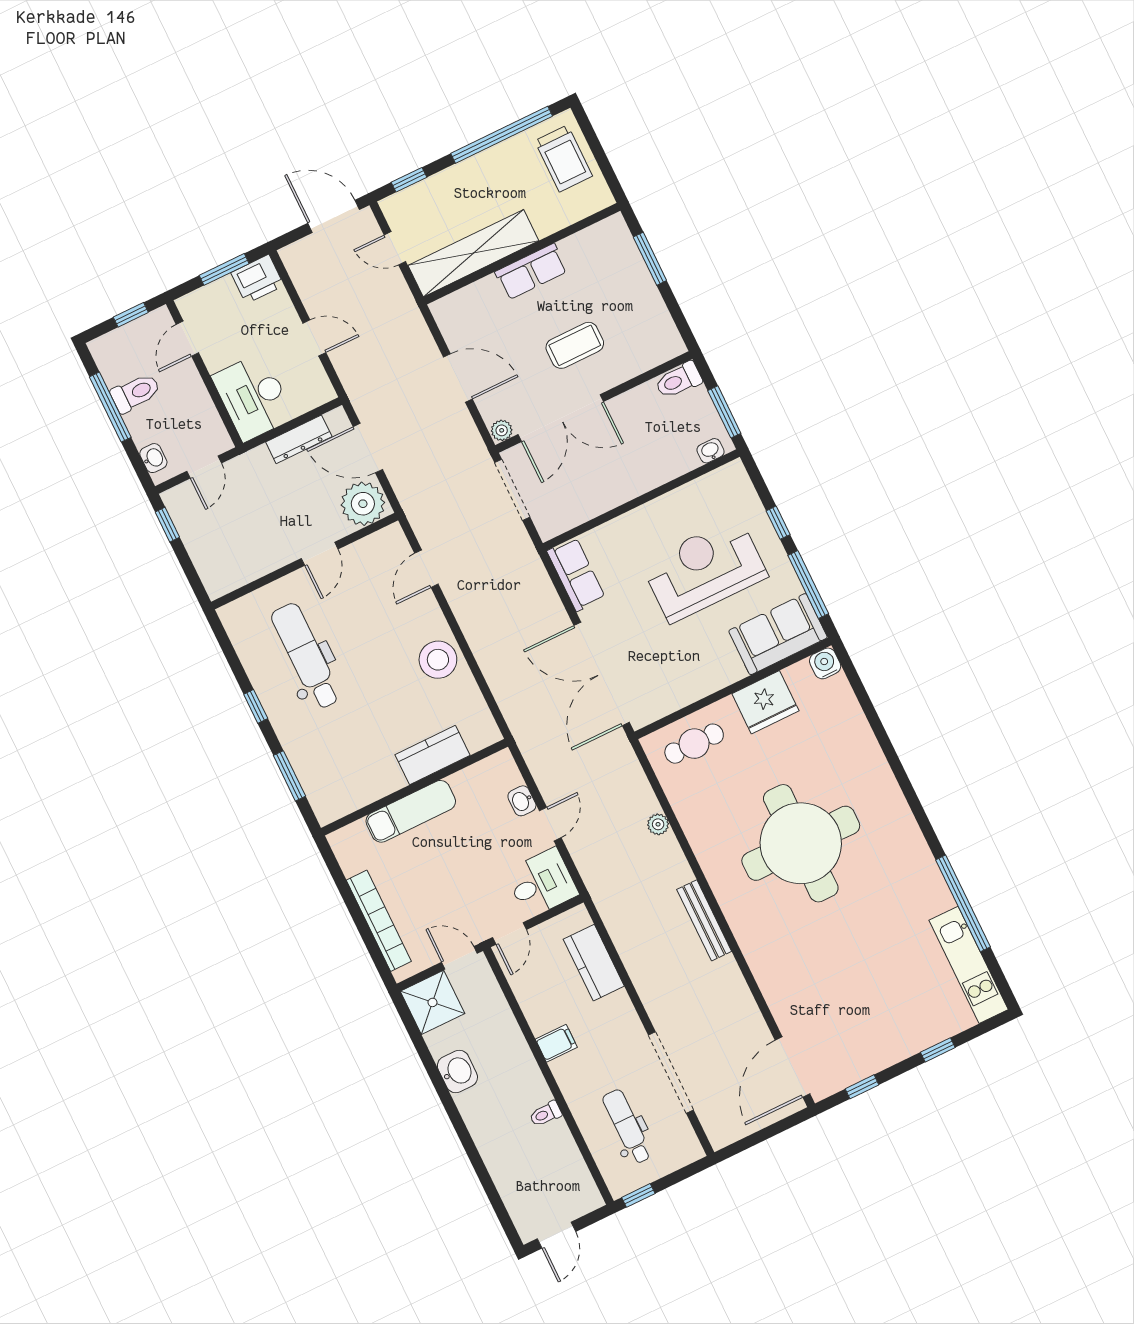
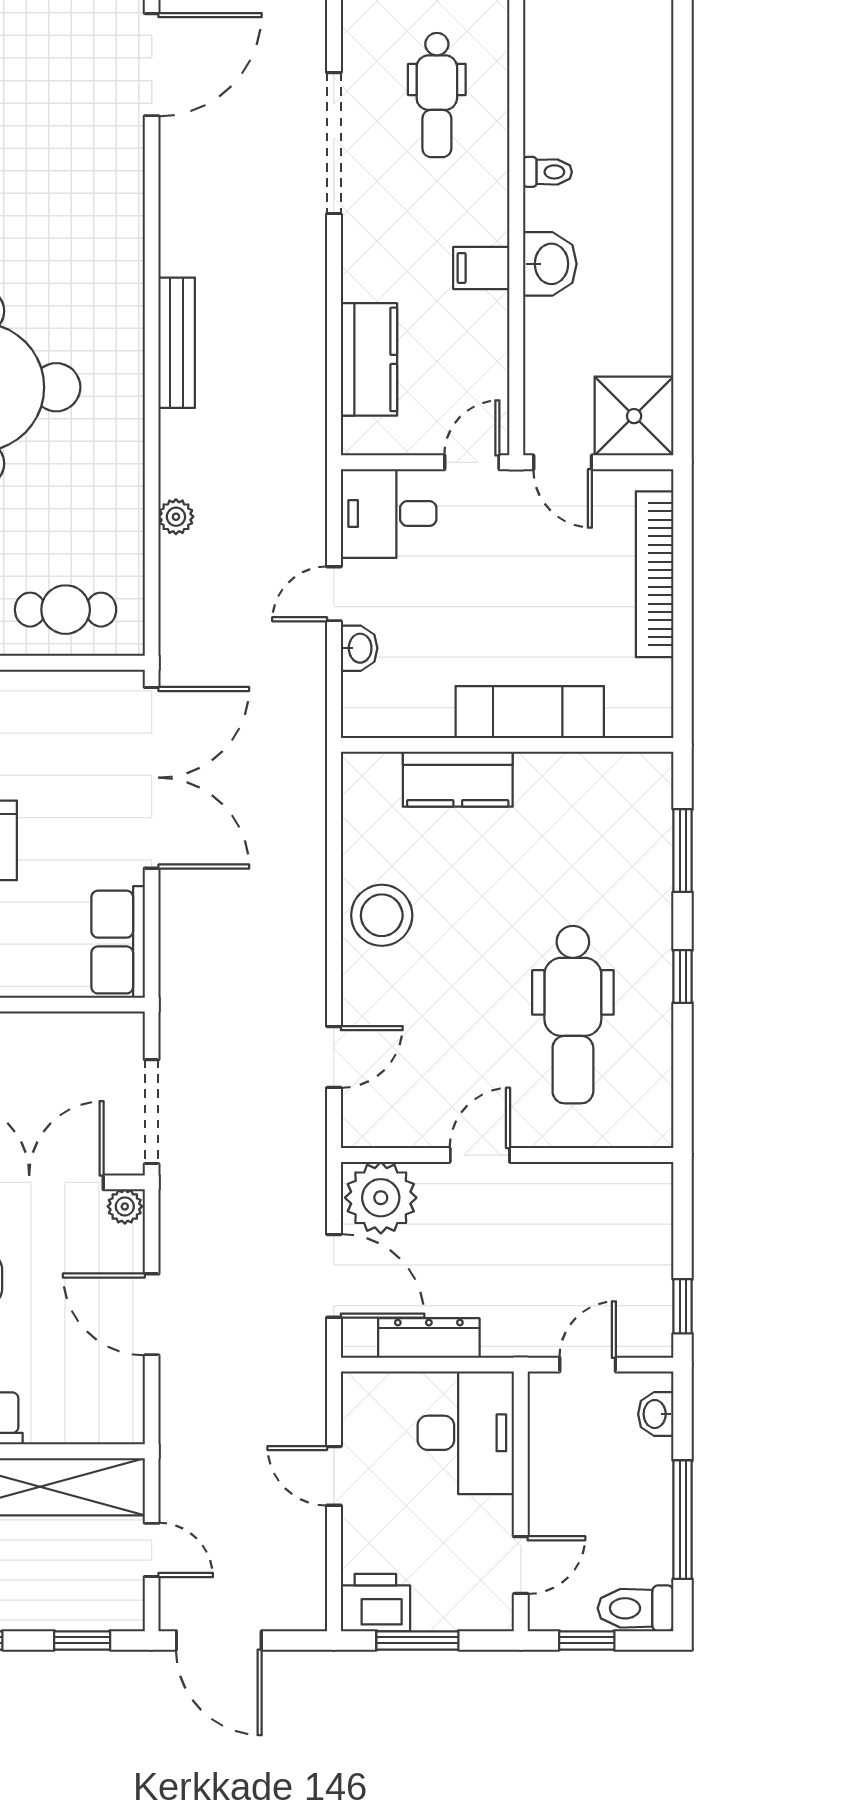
toilet: (135, 393) -> (636, 1608), moved
washbasin: (457, 1071) -> (550, 264), moved, turned 180

